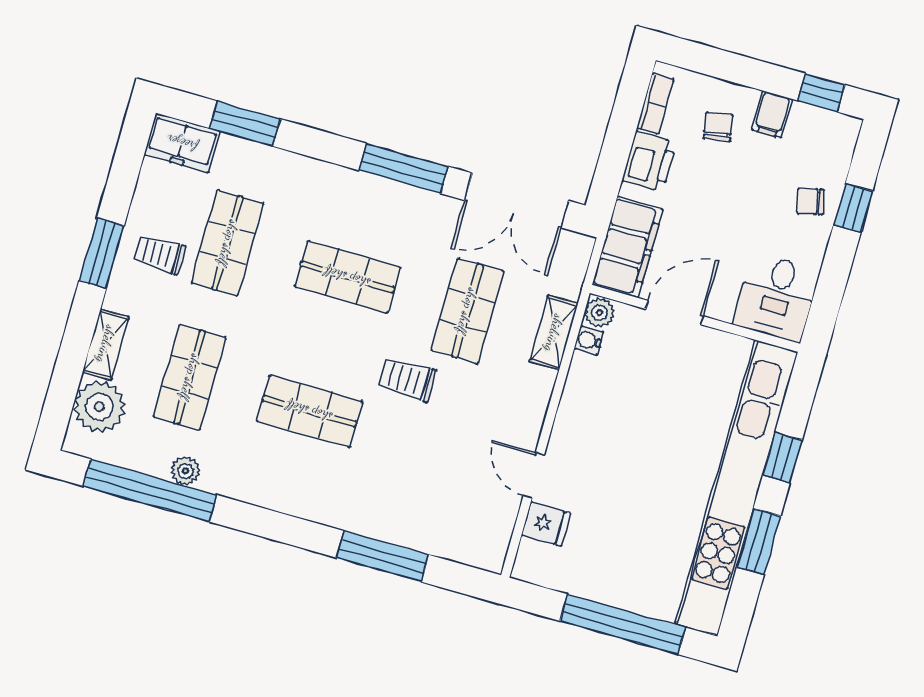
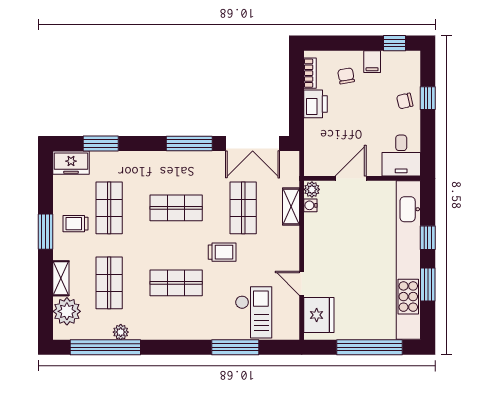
filing cabinet: (628, 247) -> (317, 151), removed
trolley: (407, 379) -> (222, 252), turned 180
checkout: (433, 503) -> (254, 312), added
fridge: (546, 524) -> (319, 315), width x1.88, depth x1.34

